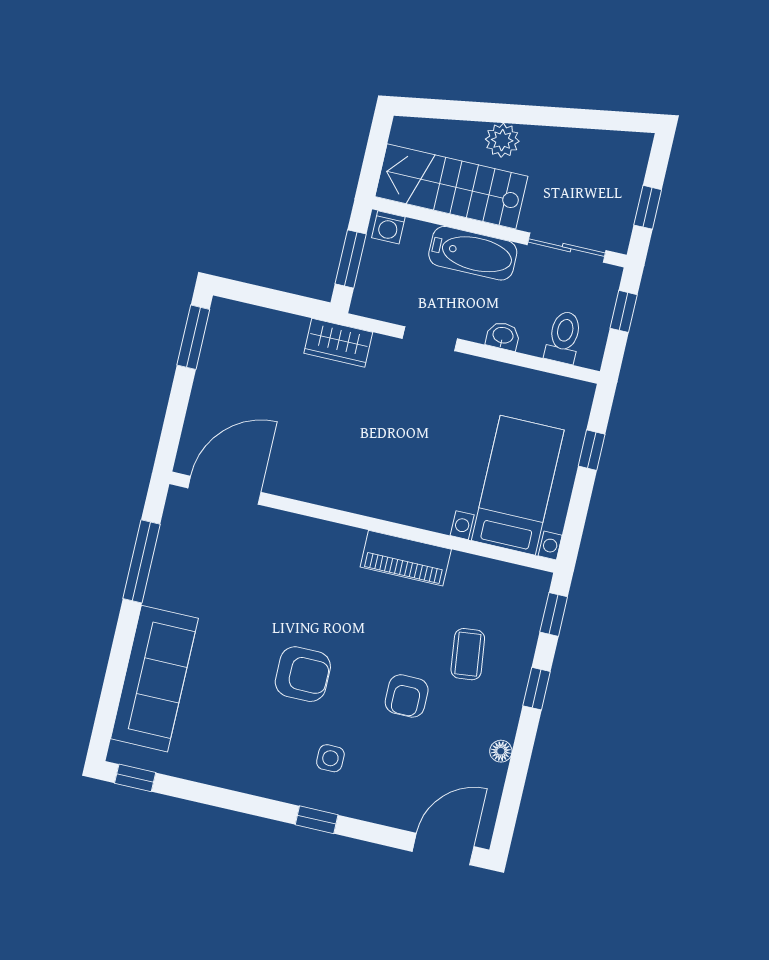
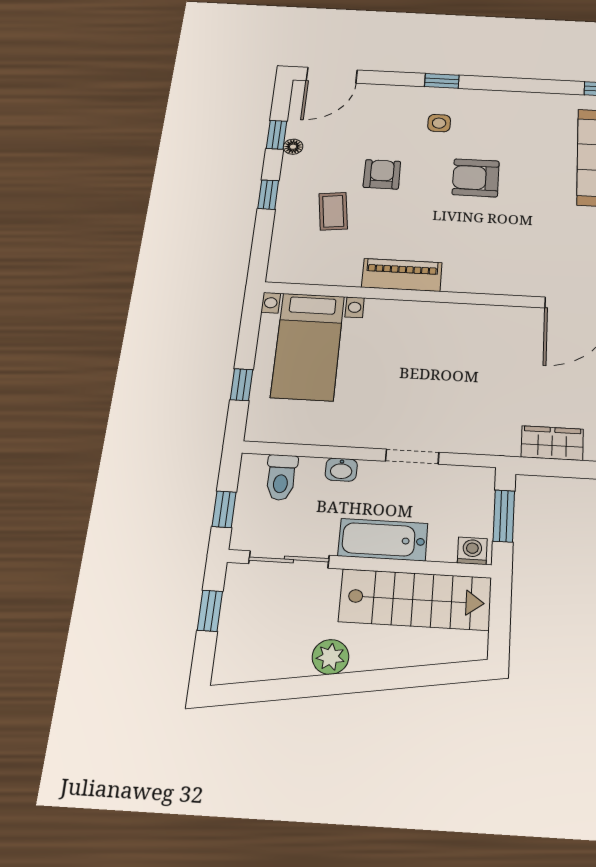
plant: (502, 140) -> (330, 657), moved
wardrobe: (338, 343) -> (552, 443), moved
window: (554, 614) -> (277, 135), moved

